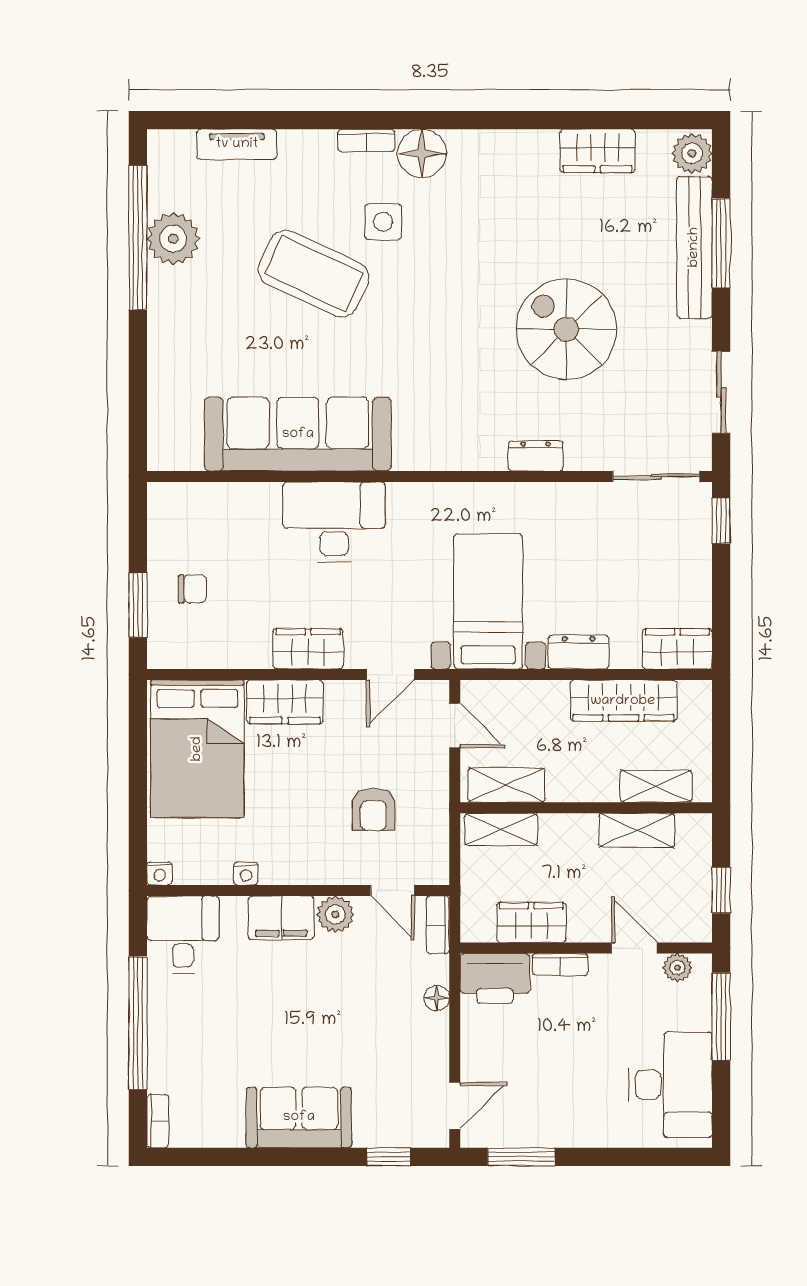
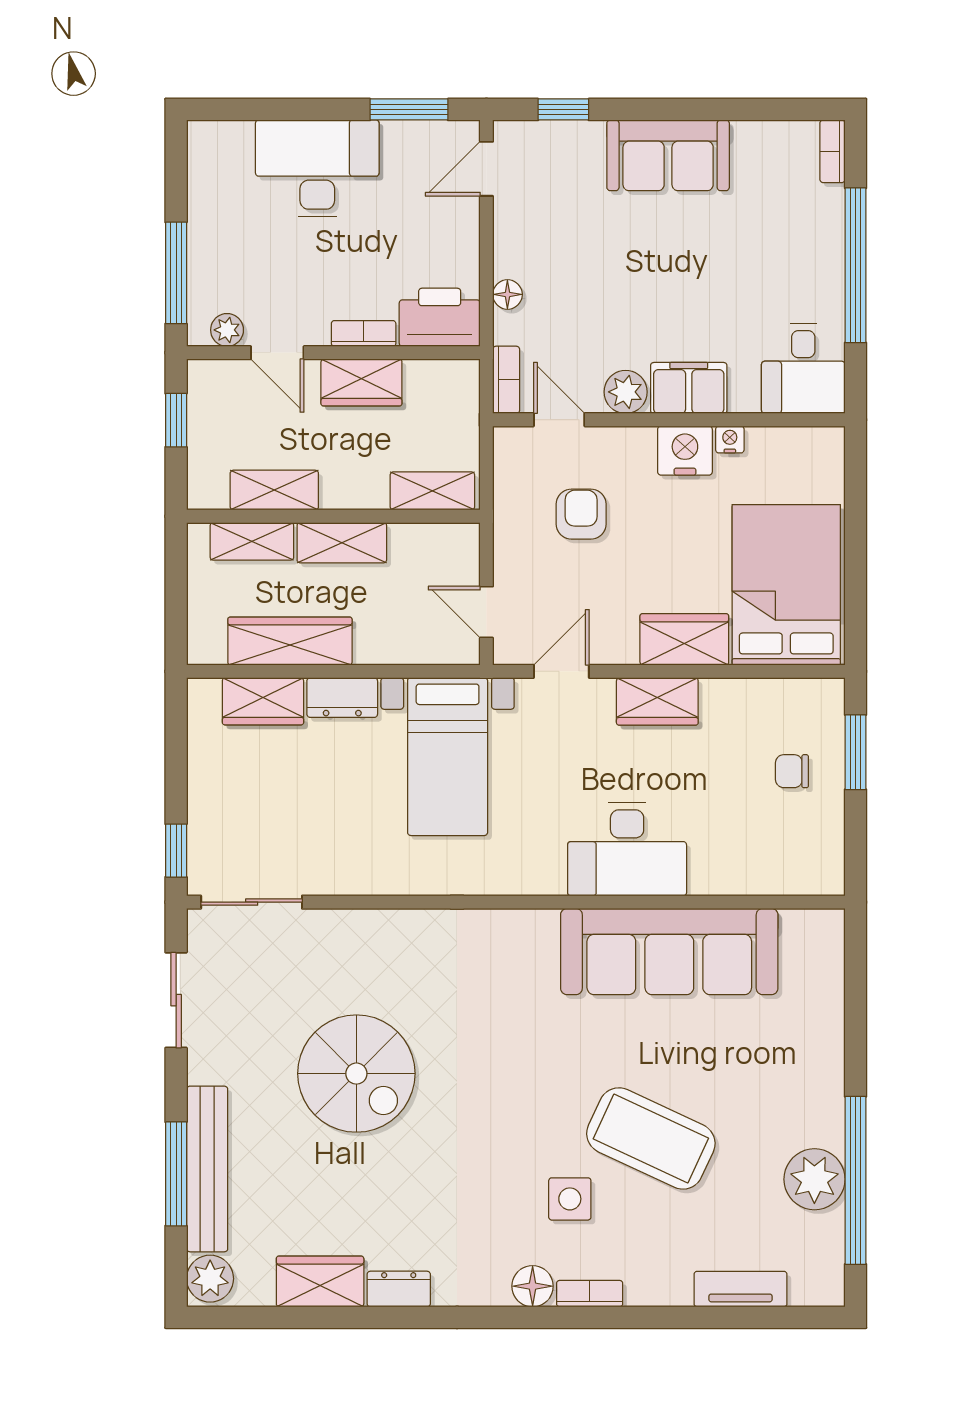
floor lamp: (422, 153) -> (533, 1286), width x0.73, depth x0.73
dresser: (536, 456) -> (399, 1289), moved, turned 180
wardrobe: (677, 649) -> (263, 701), moved
shelving: (506, 785) -> (342, 543), moved
nightstand: (159, 873) -> (685, 451), moved, width x1.89, depth x1.79
wardrobe: (531, 923) -> (361, 382), moved
desk: (671, 1085) -> (317, 168), moved, turned 90

